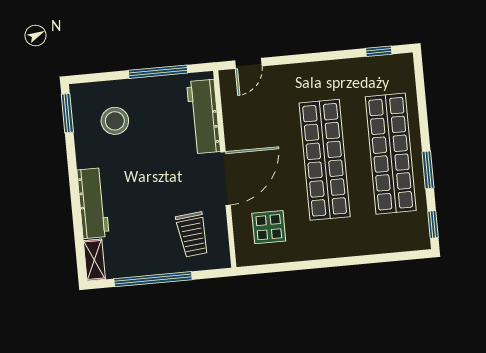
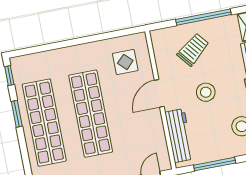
stool: (160, 174) -> (206, 92), added
door: (226, 179) -> (159, 93), width x0.73
trolley: (192, 234) -> (193, 49), moved, turned 57

